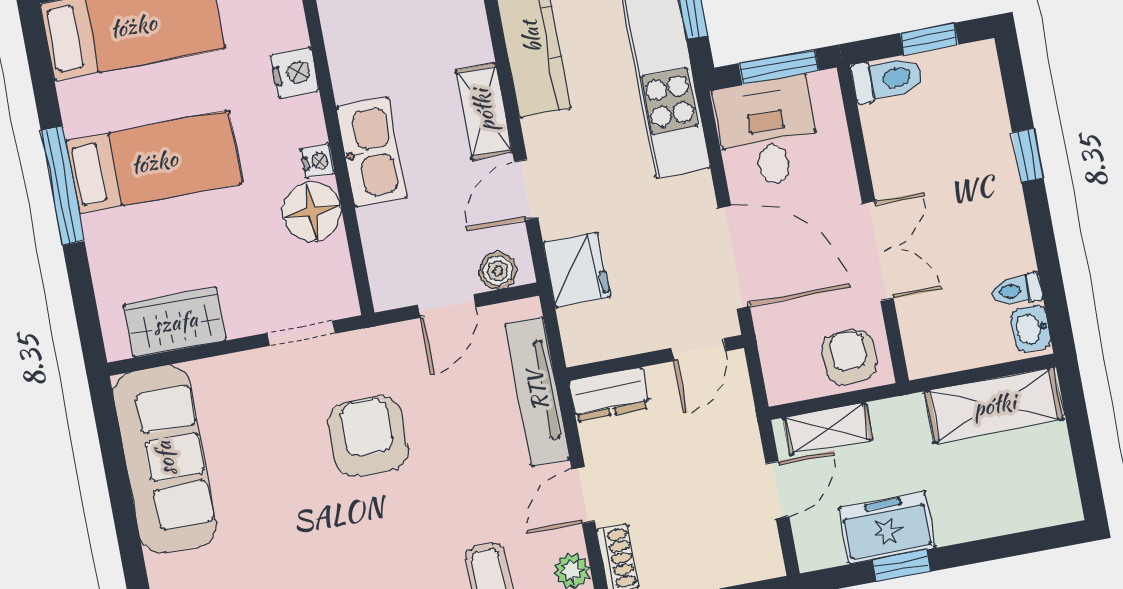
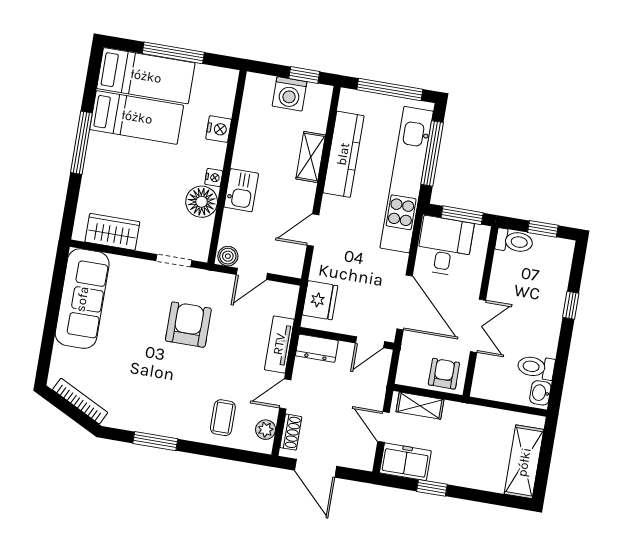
shelving: (484, 111) -> (311, 157), moved
kitchen sink: (372, 152) -> (241, 190), width x0.73
bed: (154, 162) -> (137, 117), moved
fridge: (577, 270) -> (320, 300), moved
boiler: (498, 271) -> (228, 256), moved
toilet: (1017, 290) -> (536, 367), width x1.37, depth x1.39
tv unit: (537, 391) -> (279, 344), width x0.71
shelving: (994, 405) -> (524, 462), moved, turned 90
door: (777, 490) -> (384, 427), swing flipped
freezer: (887, 528) -> (405, 462), moved

